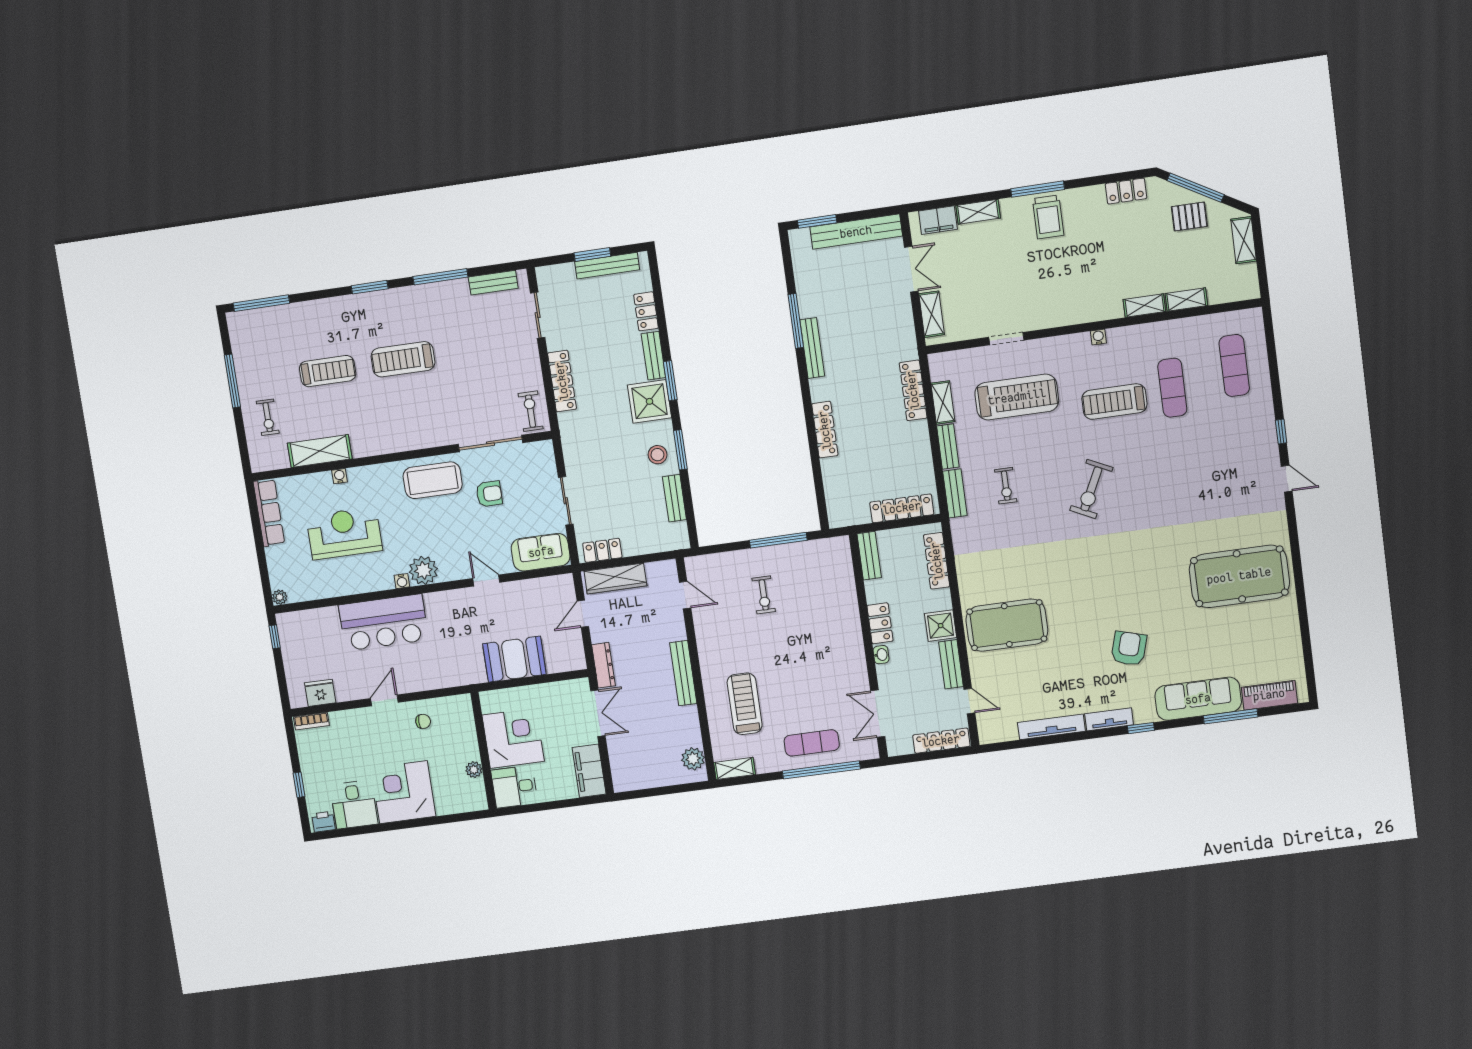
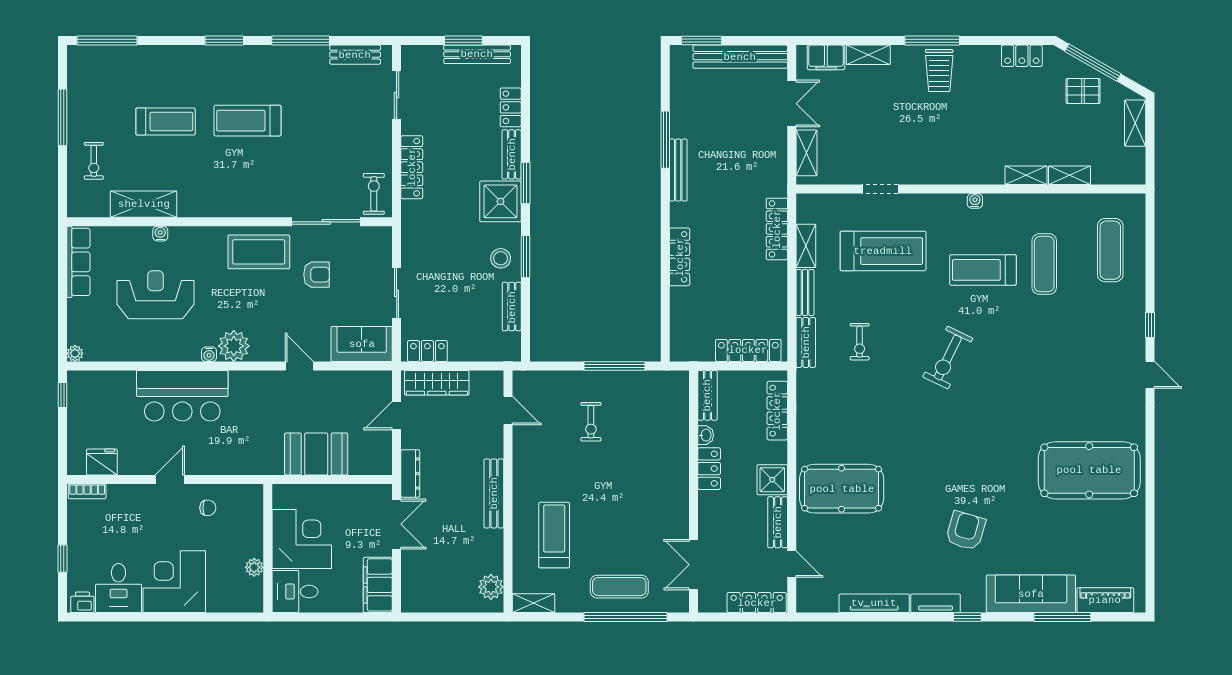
washbasin: (881, 655) -> (706, 435), moved

